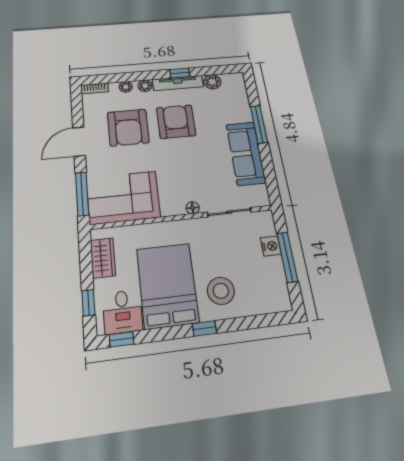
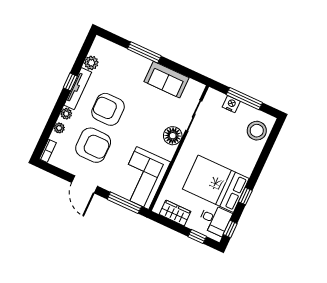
sofa: (246, 153) -> (167, 80), width x0.73
floor lamp: (193, 208) -> (173, 136), width x1.89, depth x1.89
stool: (221, 291) -> (257, 131), moved
window: (204, 328) -> (245, 196), moved

